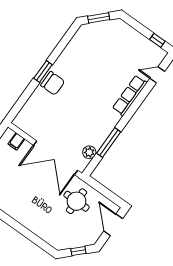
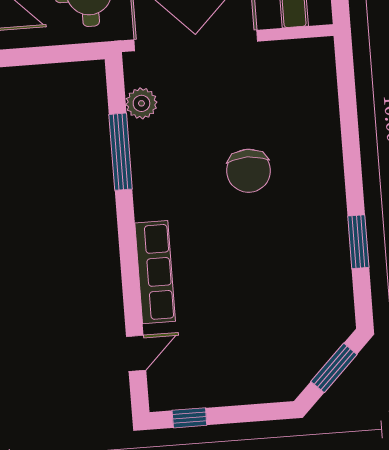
window: (43, 72) -> (358, 242), moved
chair: (53, 83) -> (249, 171), moved, turned -90

